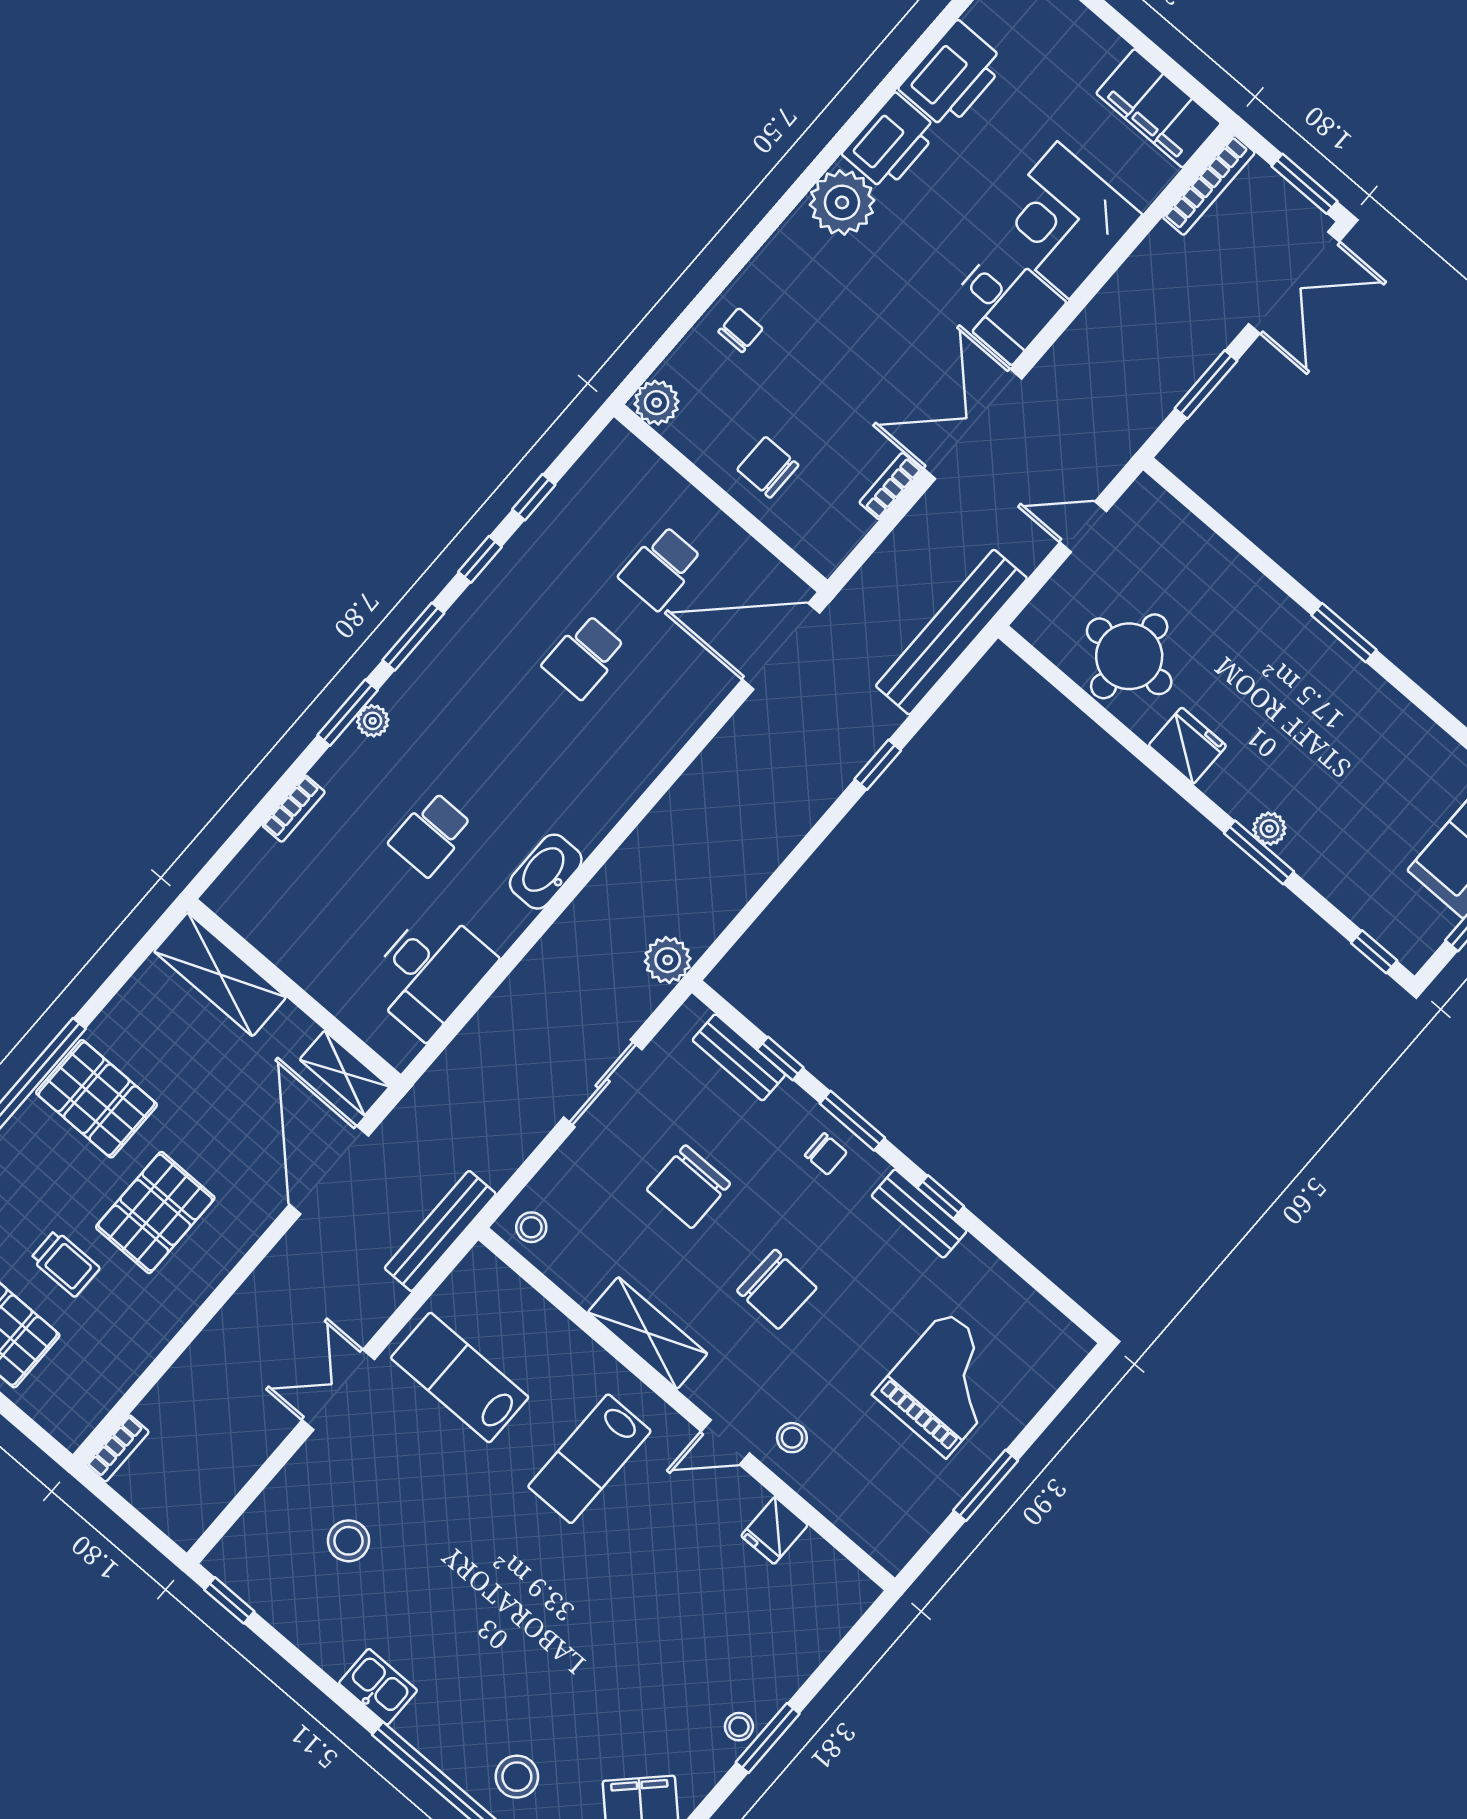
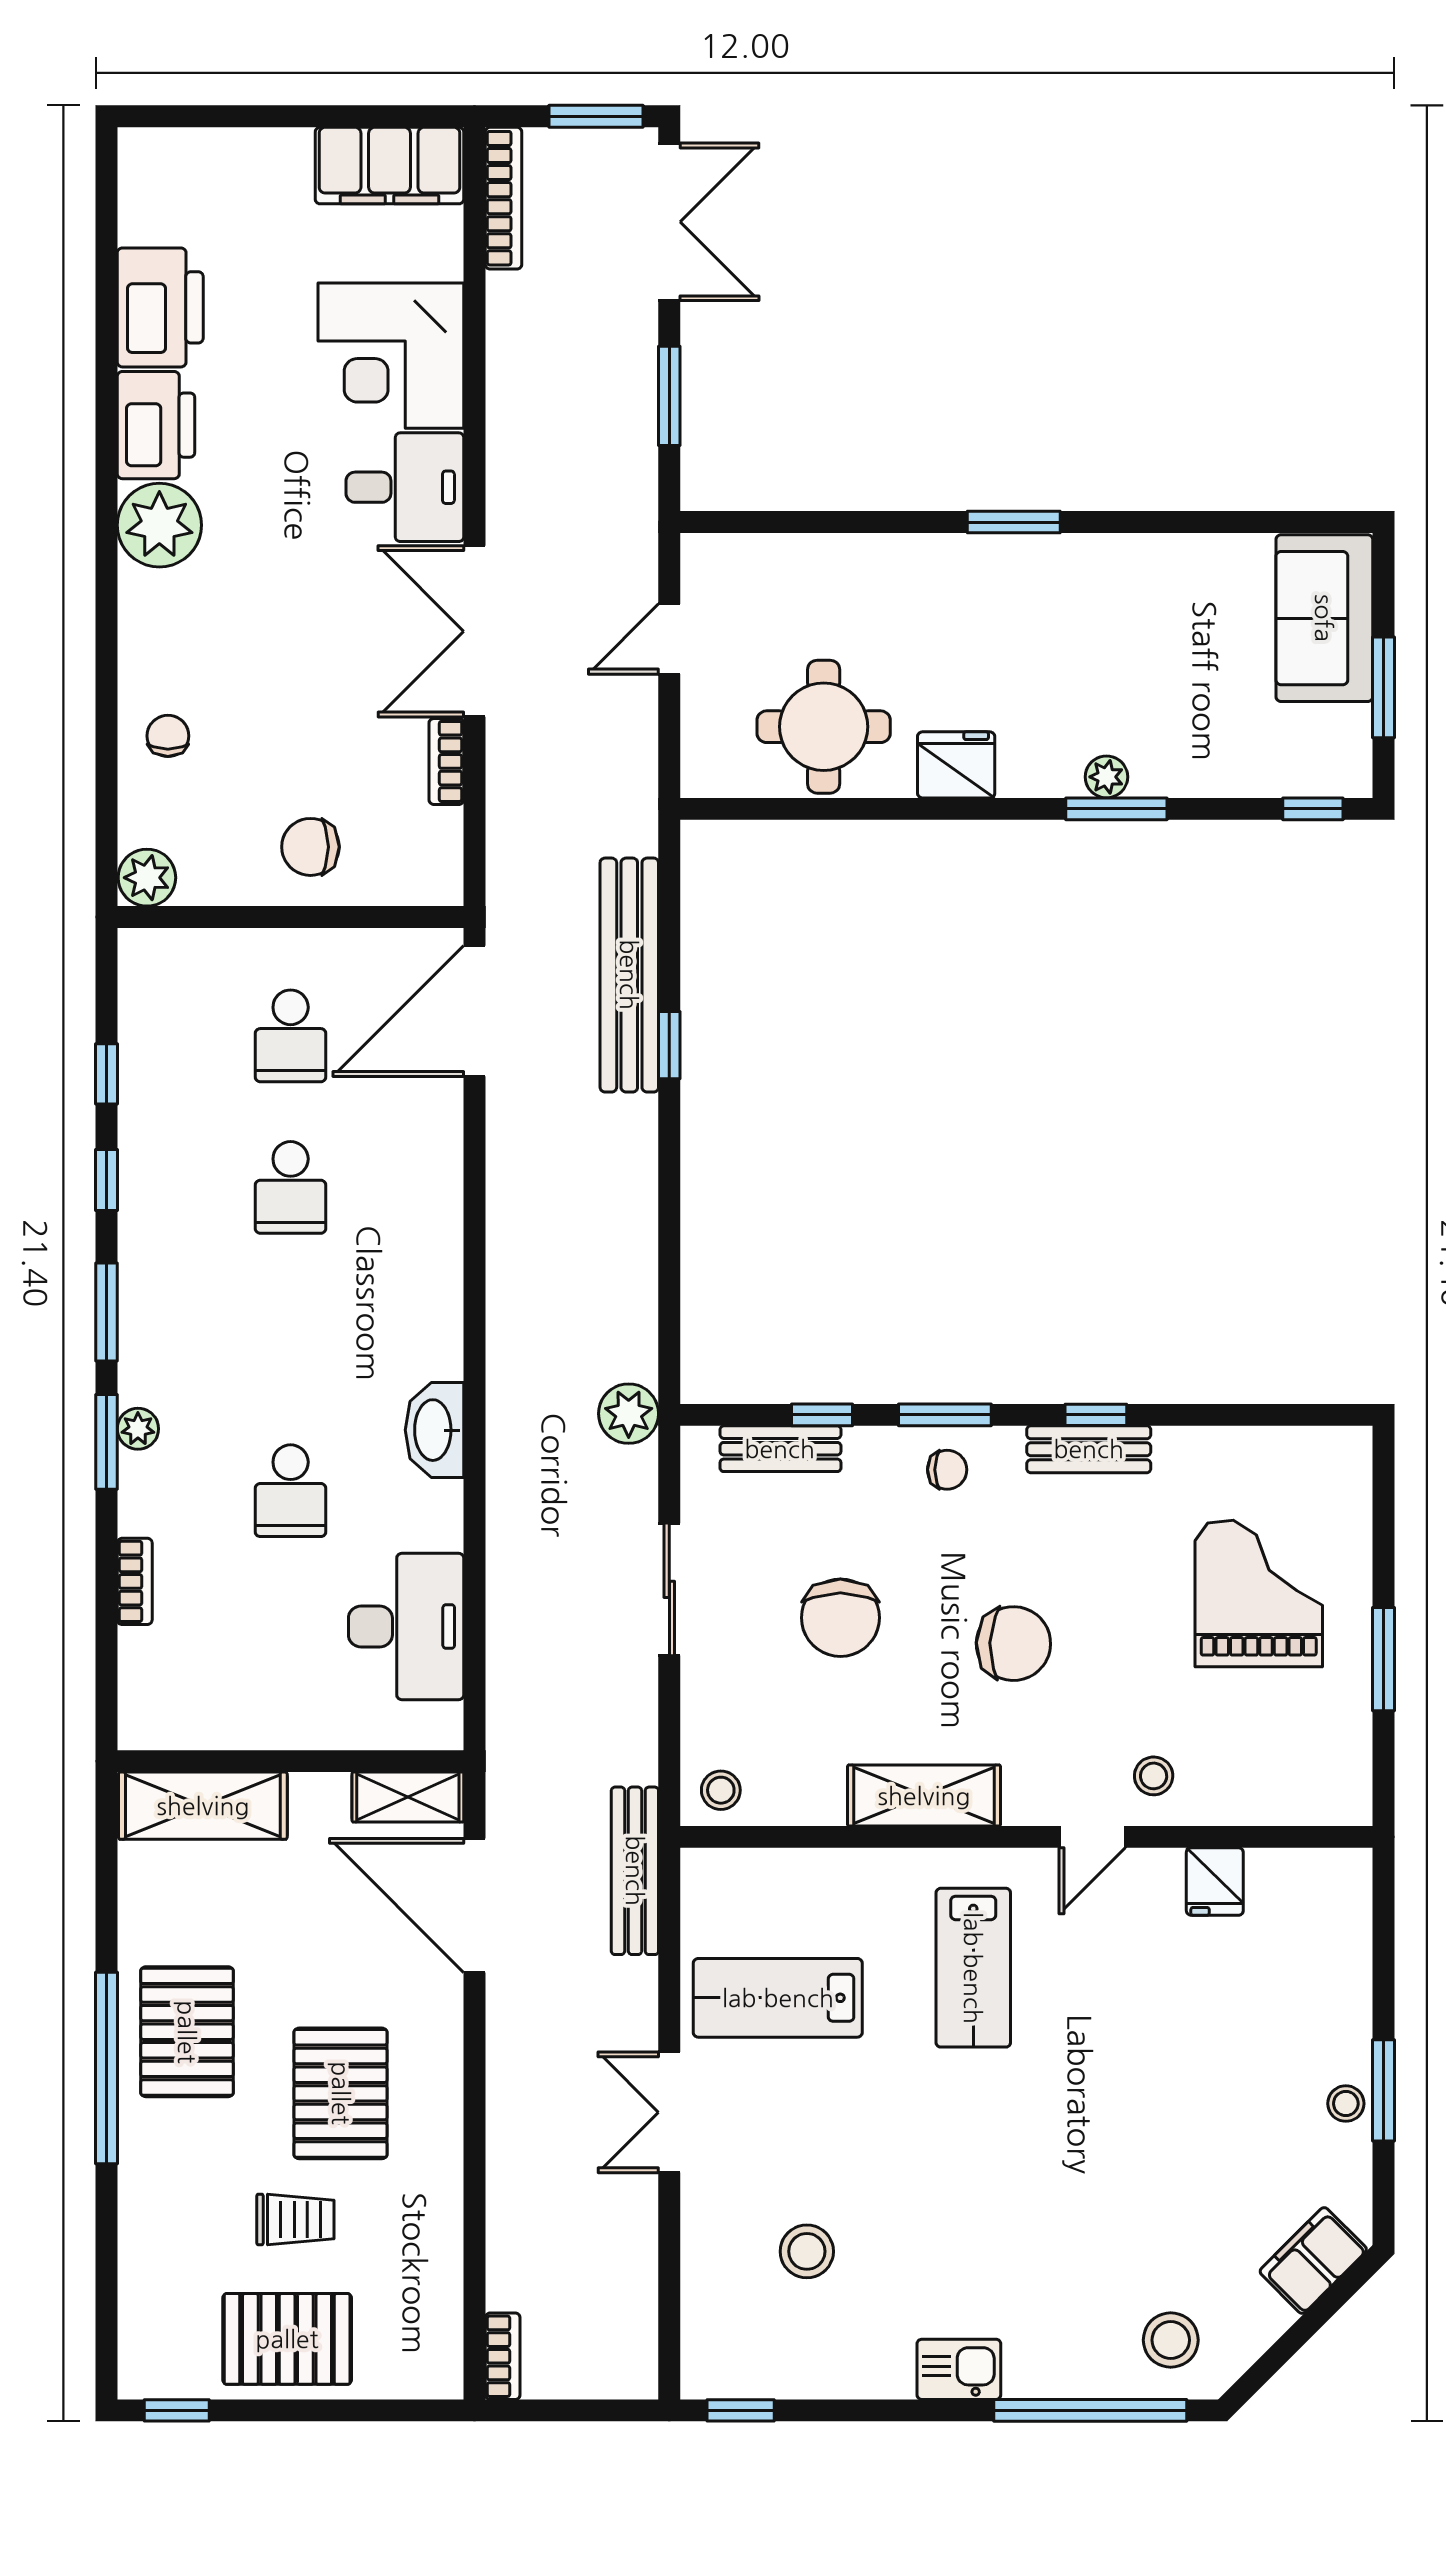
bench: (951, 632) -> (629, 975), moved
pallet: (97, 1099) -> (187, 2032), turned 90

